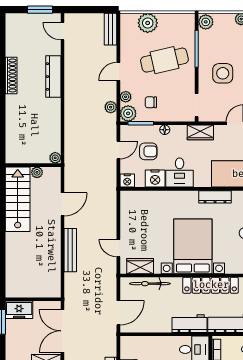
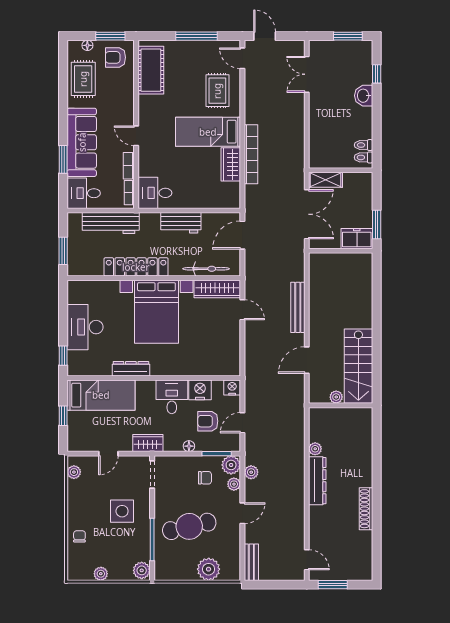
dresser: (53, 77) -> (317, 481), moved
plant: (55, 158) -> (315, 449), moved
wardrobe: (140, 266) -> (217, 289), width x1.50
workbench: (189, 324) -> (181, 223), moved

